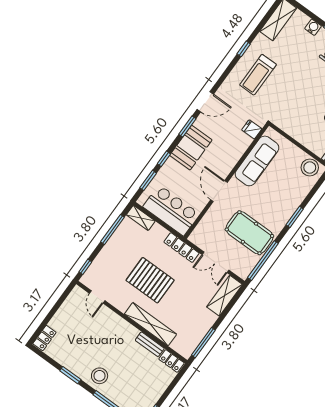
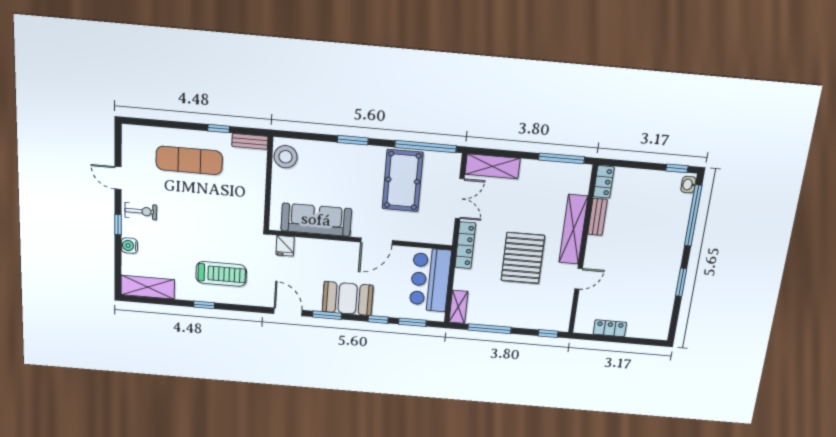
door: (97, 297) -> (579, 279), moved
locker: (44, 338) -> (610, 328), moved
stool: (100, 376) -> (665, 251), removed

